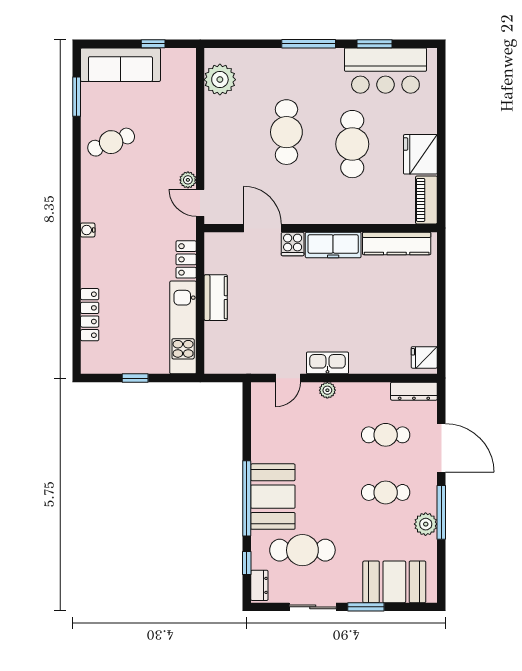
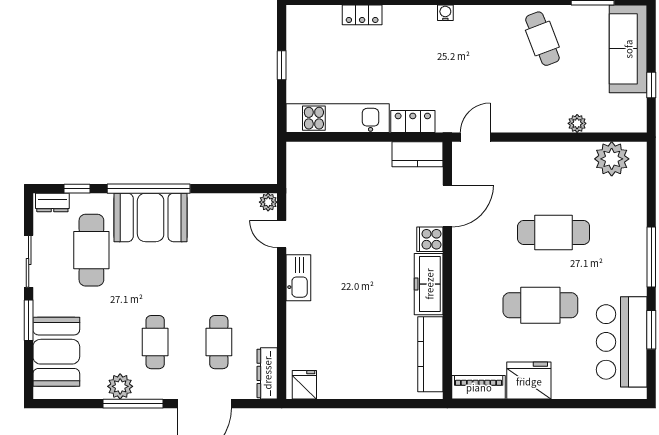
plant: (188, 180) -> (577, 123), moved
kitchen counter: (216, 298) -> (418, 154), moved
locker: (90, 315) -> (362, 15), width x0.66
plant: (327, 390) -> (268, 202), moved

